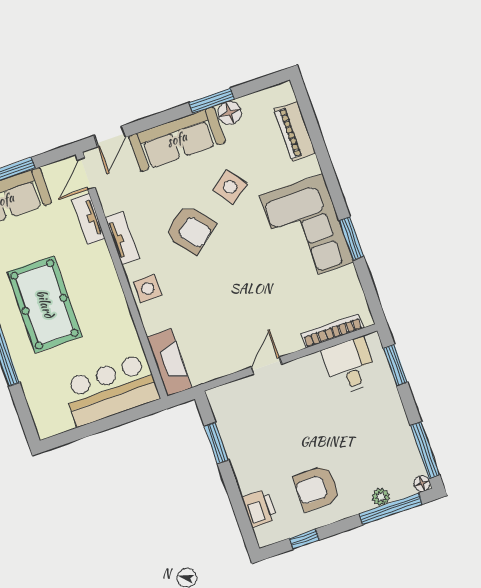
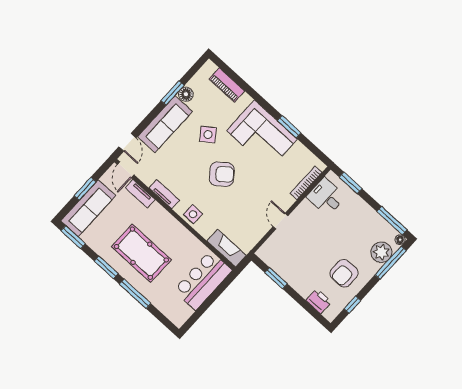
armchair: (190, 229) -> (222, 174), moved
plant: (381, 497) -> (381, 252), width x1.88, depth x1.88

